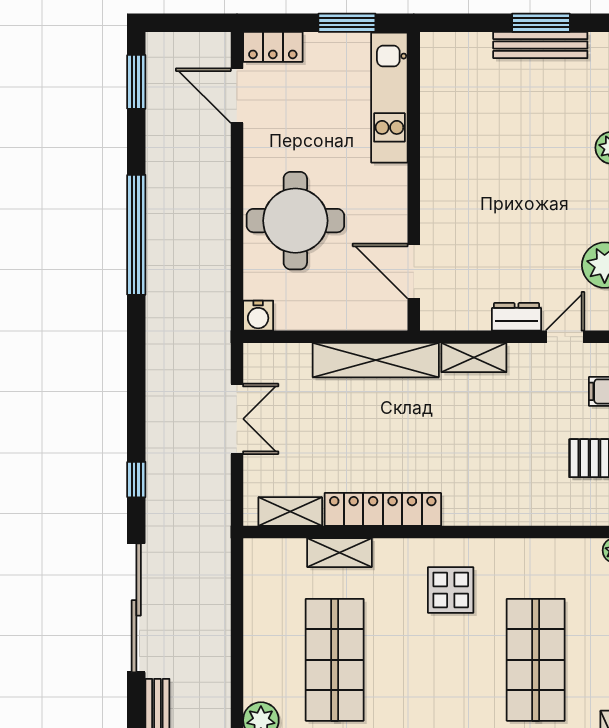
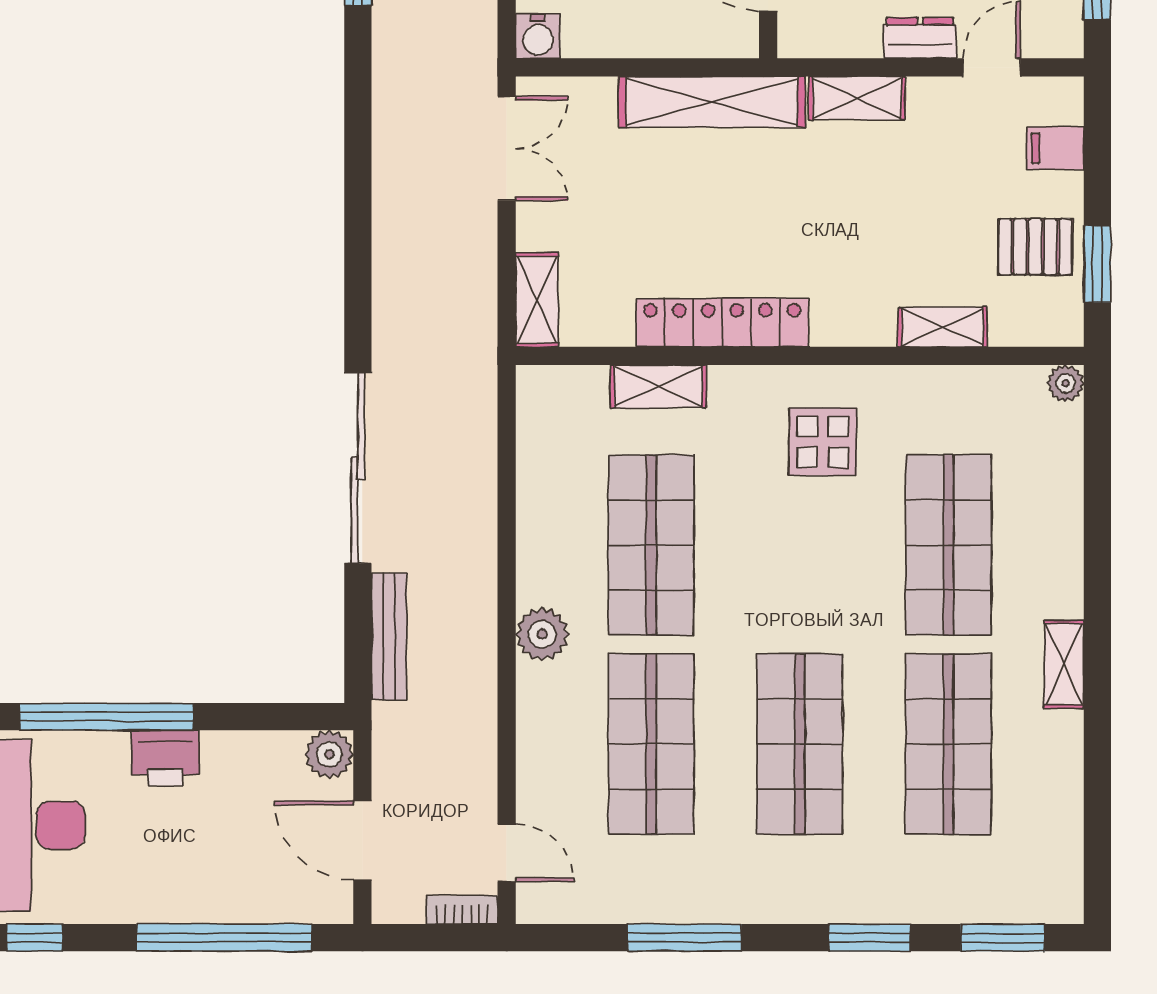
double door: (237, 419) -> (507, 148), moved
window: (136, 480) -> (358, 278), removed
shelving: (290, 512) -> (537, 300), moved, turned 90
shelving: (532, 512) -> (942, 327), added

